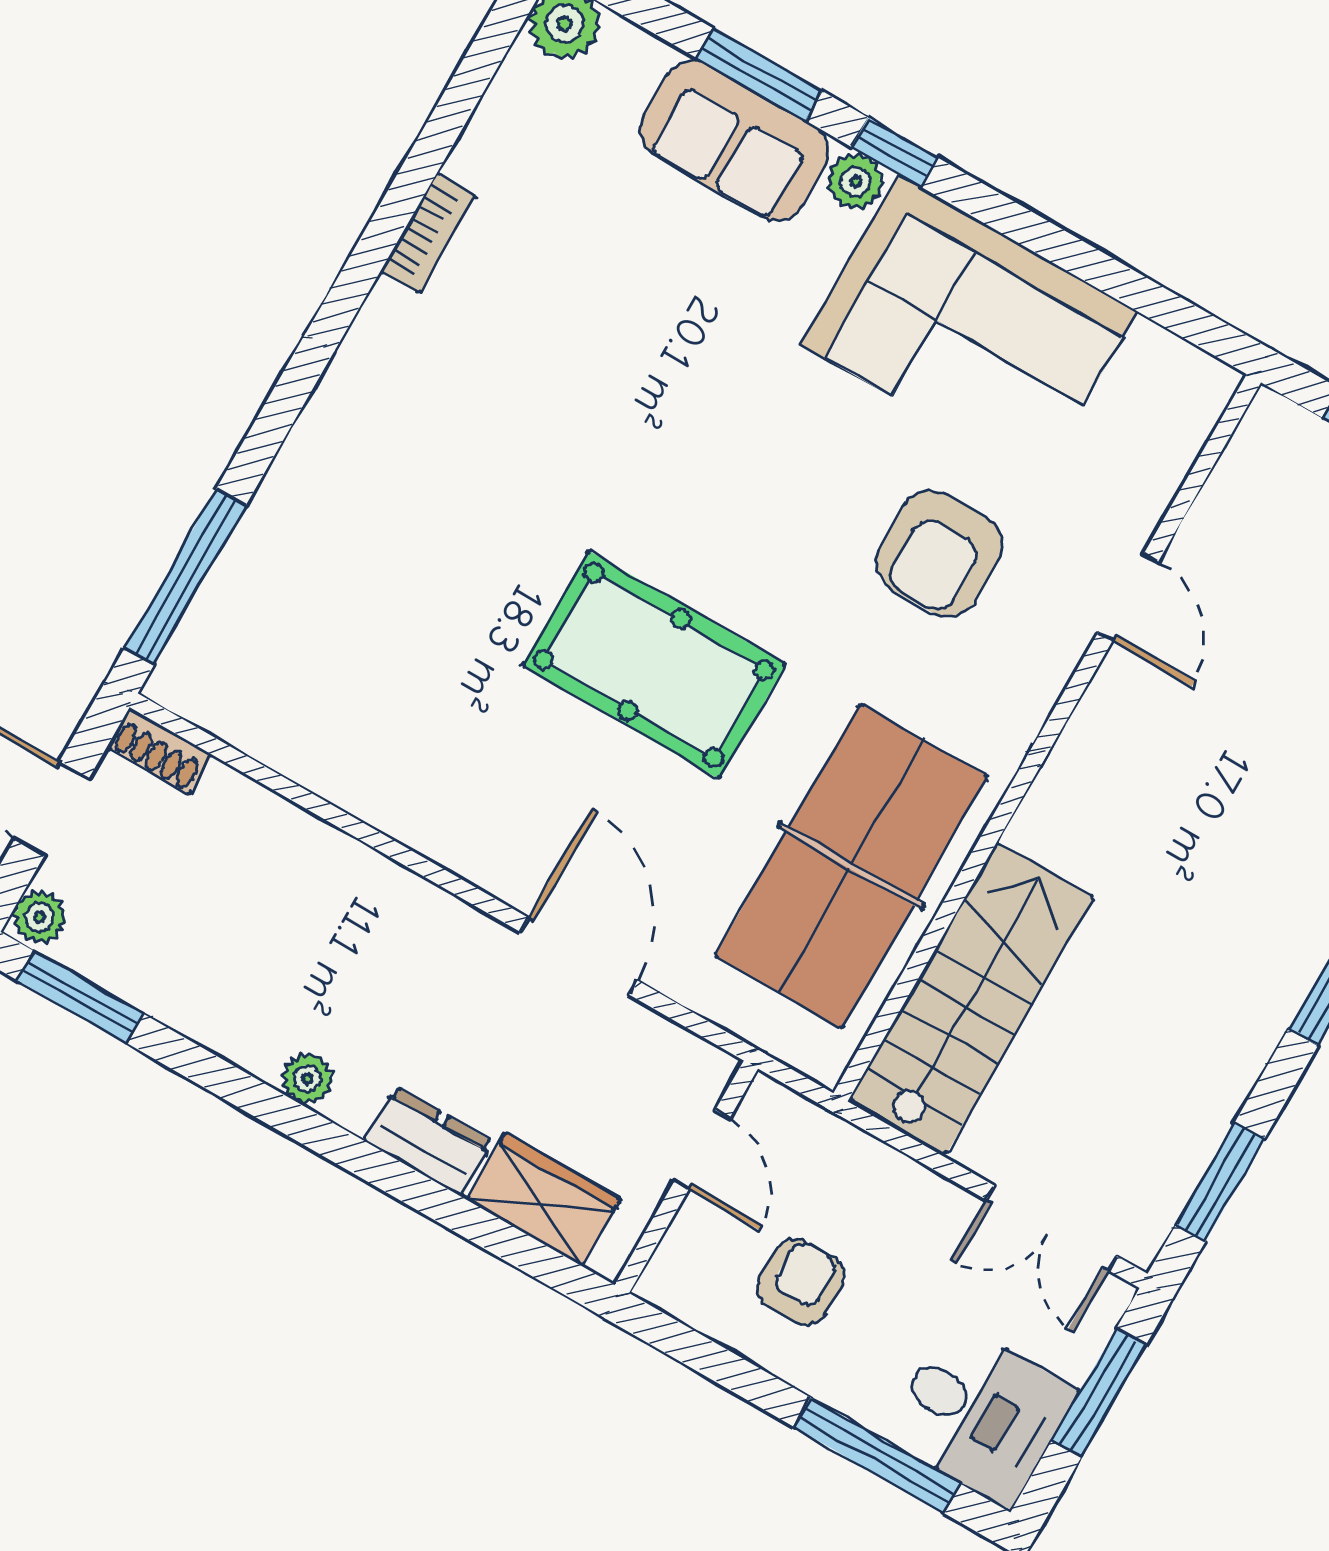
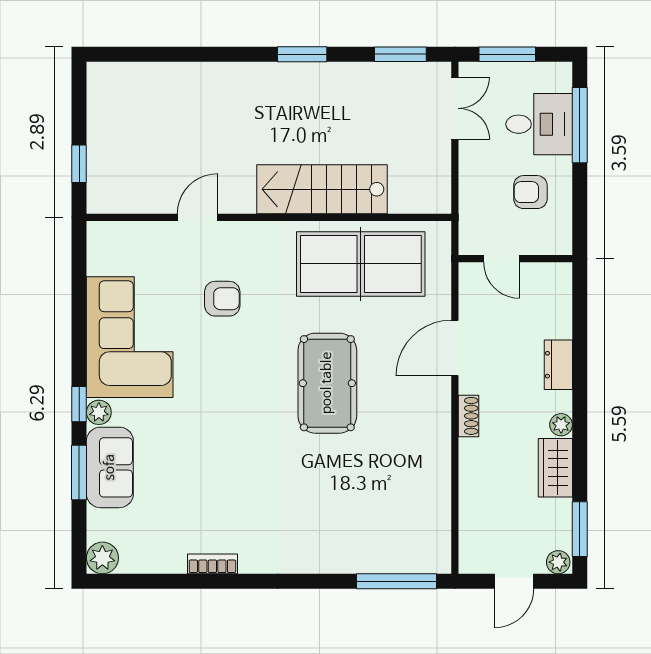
armchair: (940, 554) -> (222, 299), width x0.72, depth x0.72
shoe rack: (159, 751) -> (469, 416), moved
stairs: (971, 998) -> (322, 189), moved
door: (702, 1150) -> (502, 259), swing flipped
wardrobe: (544, 1199) -> (555, 468), moved
desk: (980, 1414) -> (539, 124), moved, turned 90

